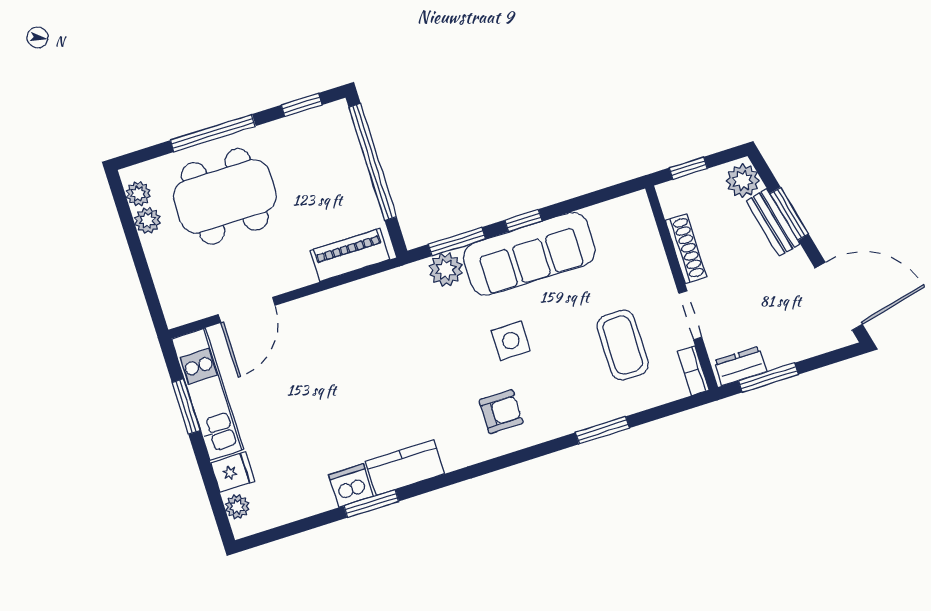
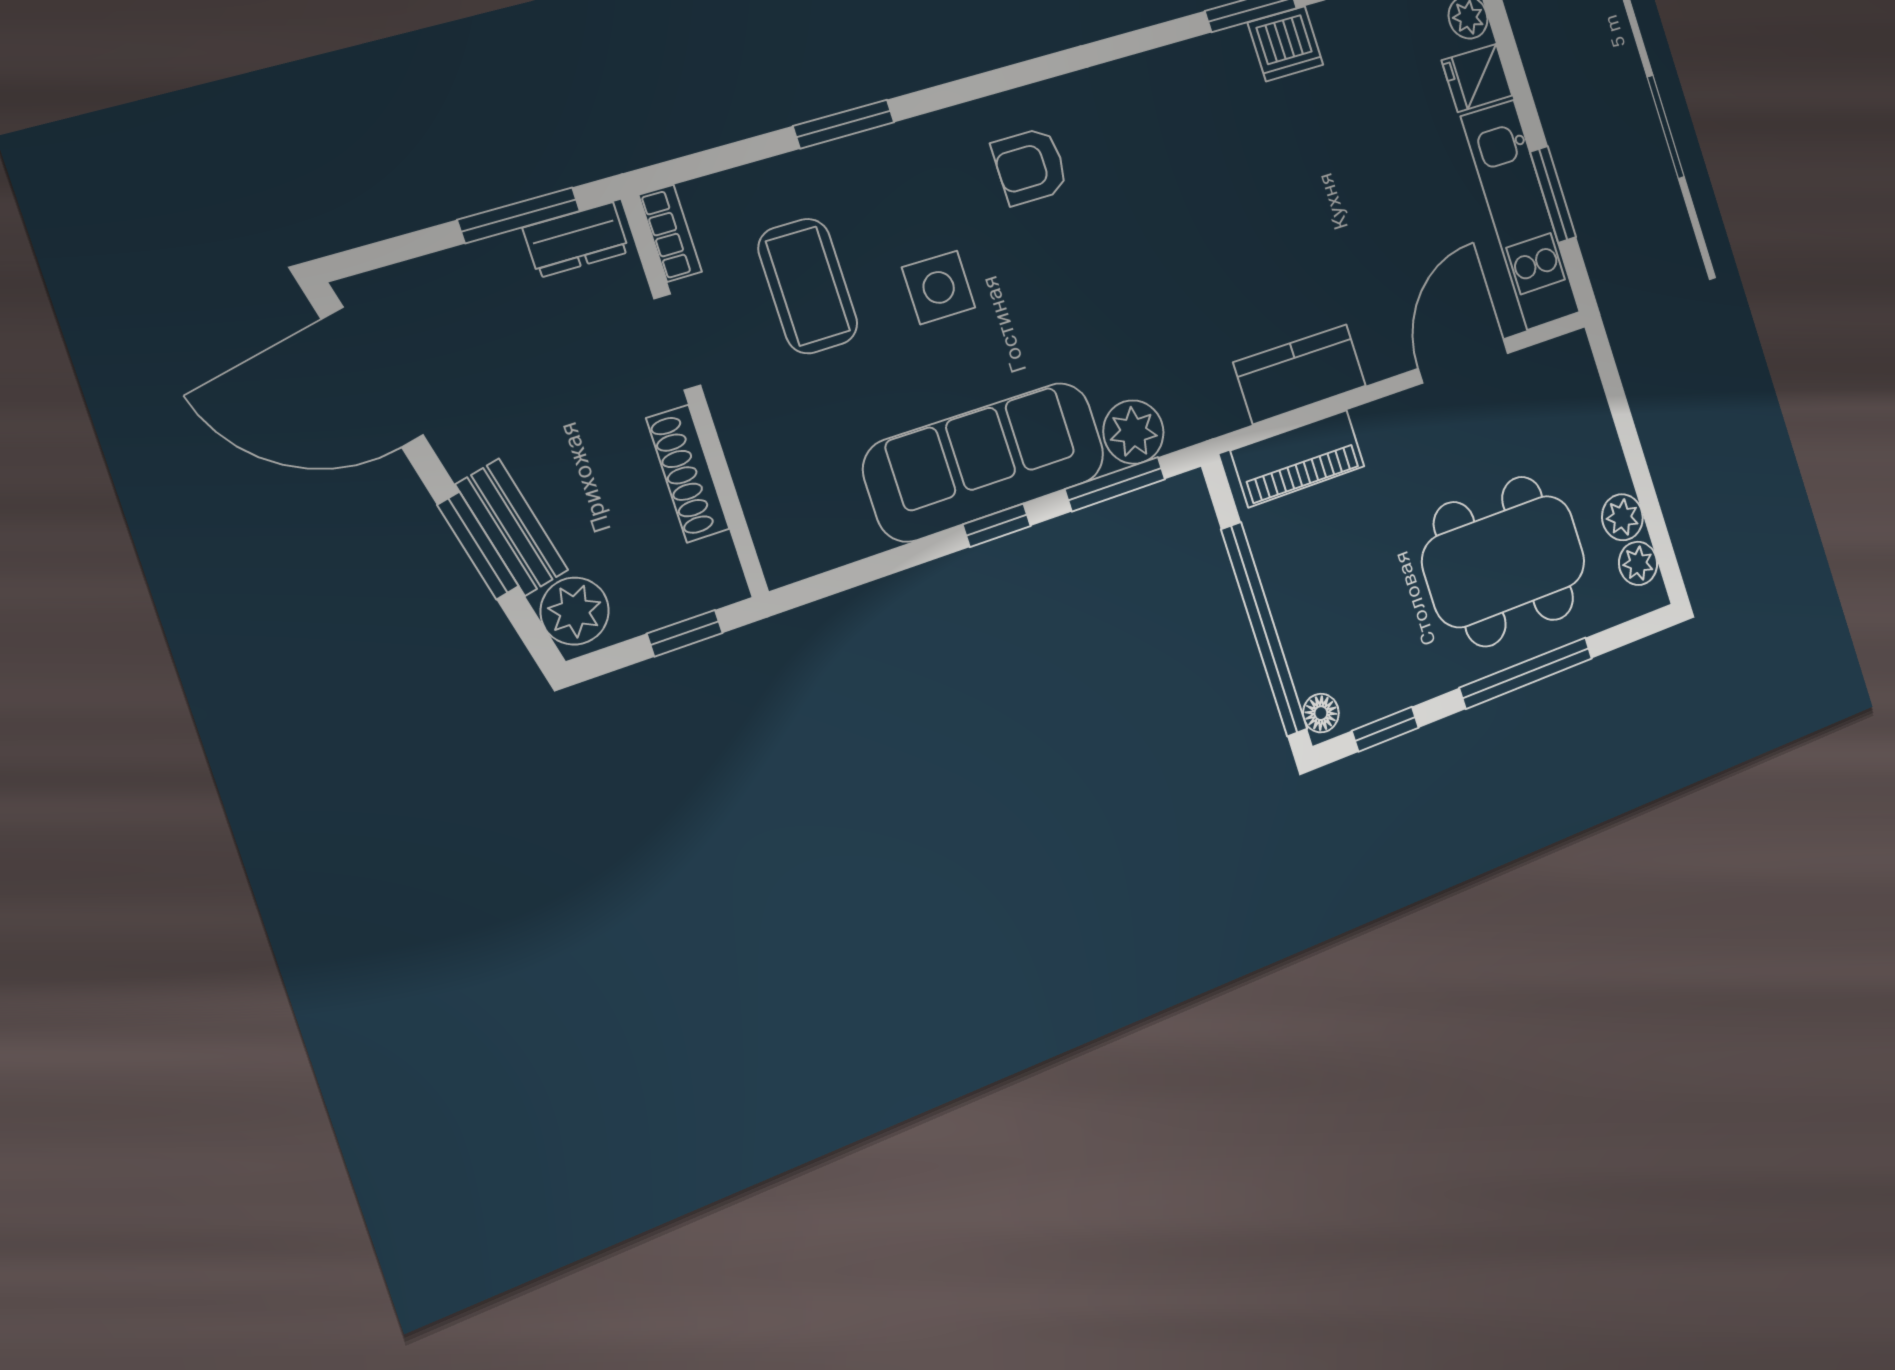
floor lamp: (340, 115) -> (1321, 713), added
side table: (511, 341) -> (939, 287), moved
kitchen counter: (405, 468) -> (1300, 374), moved, turned 180

